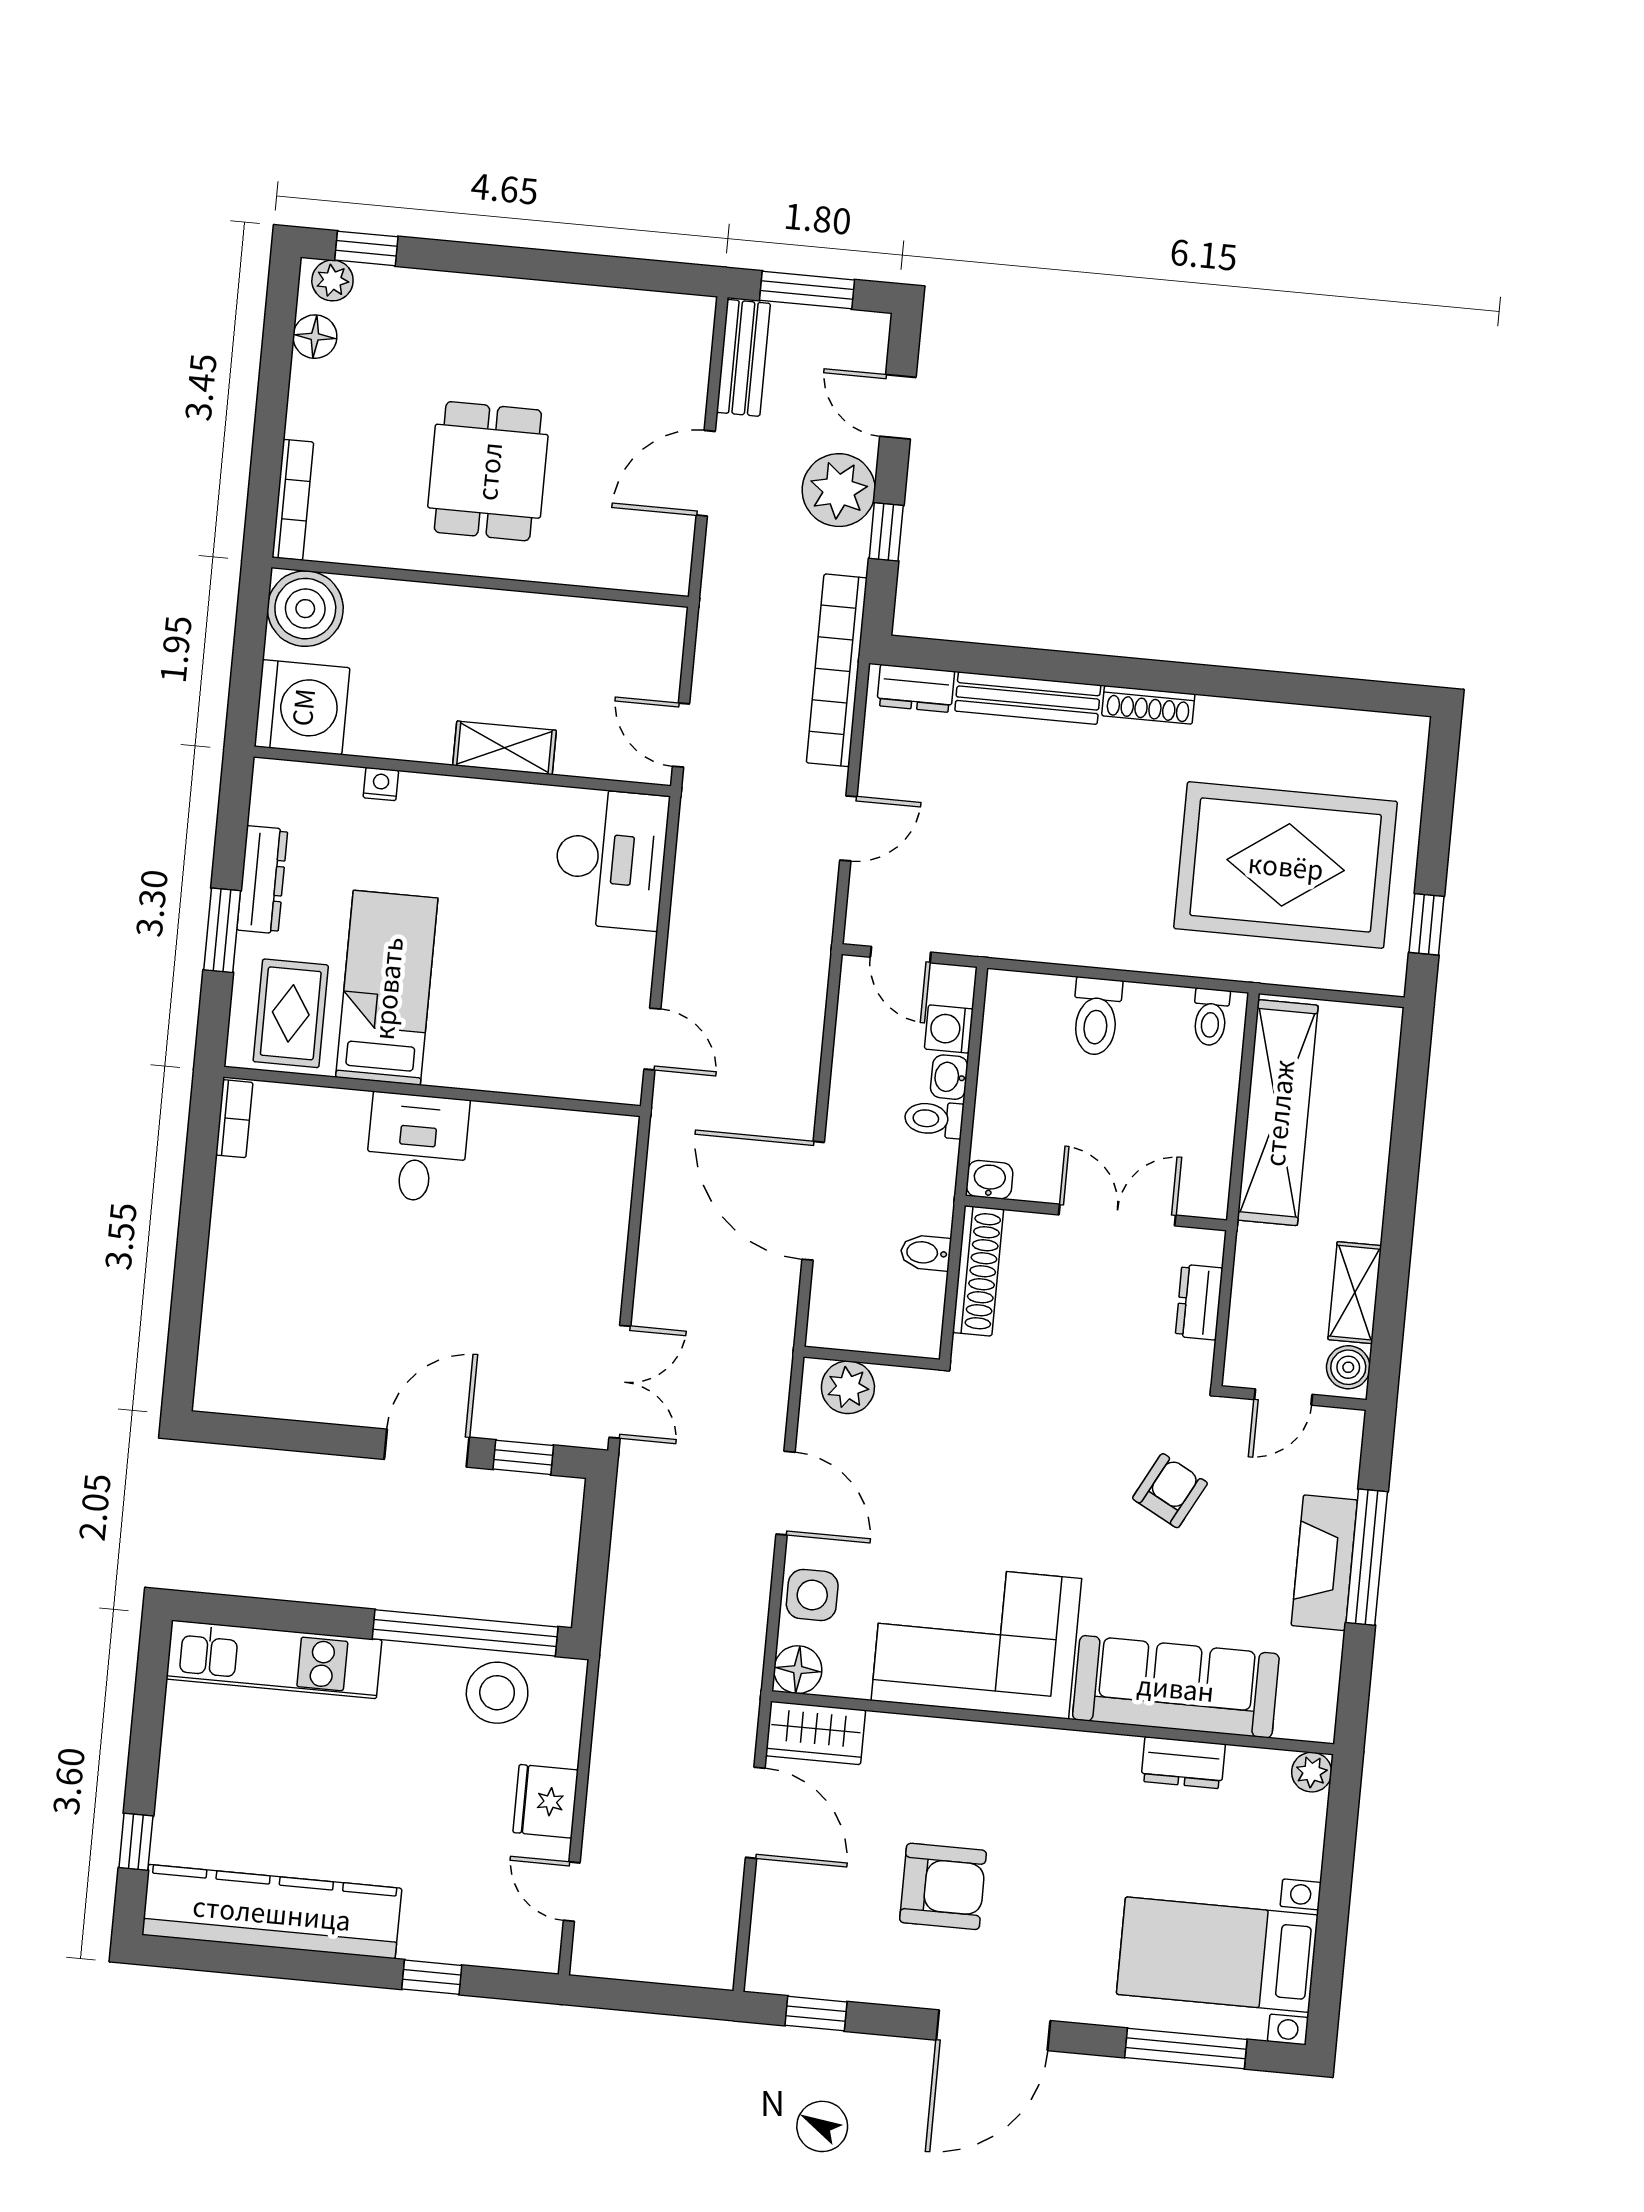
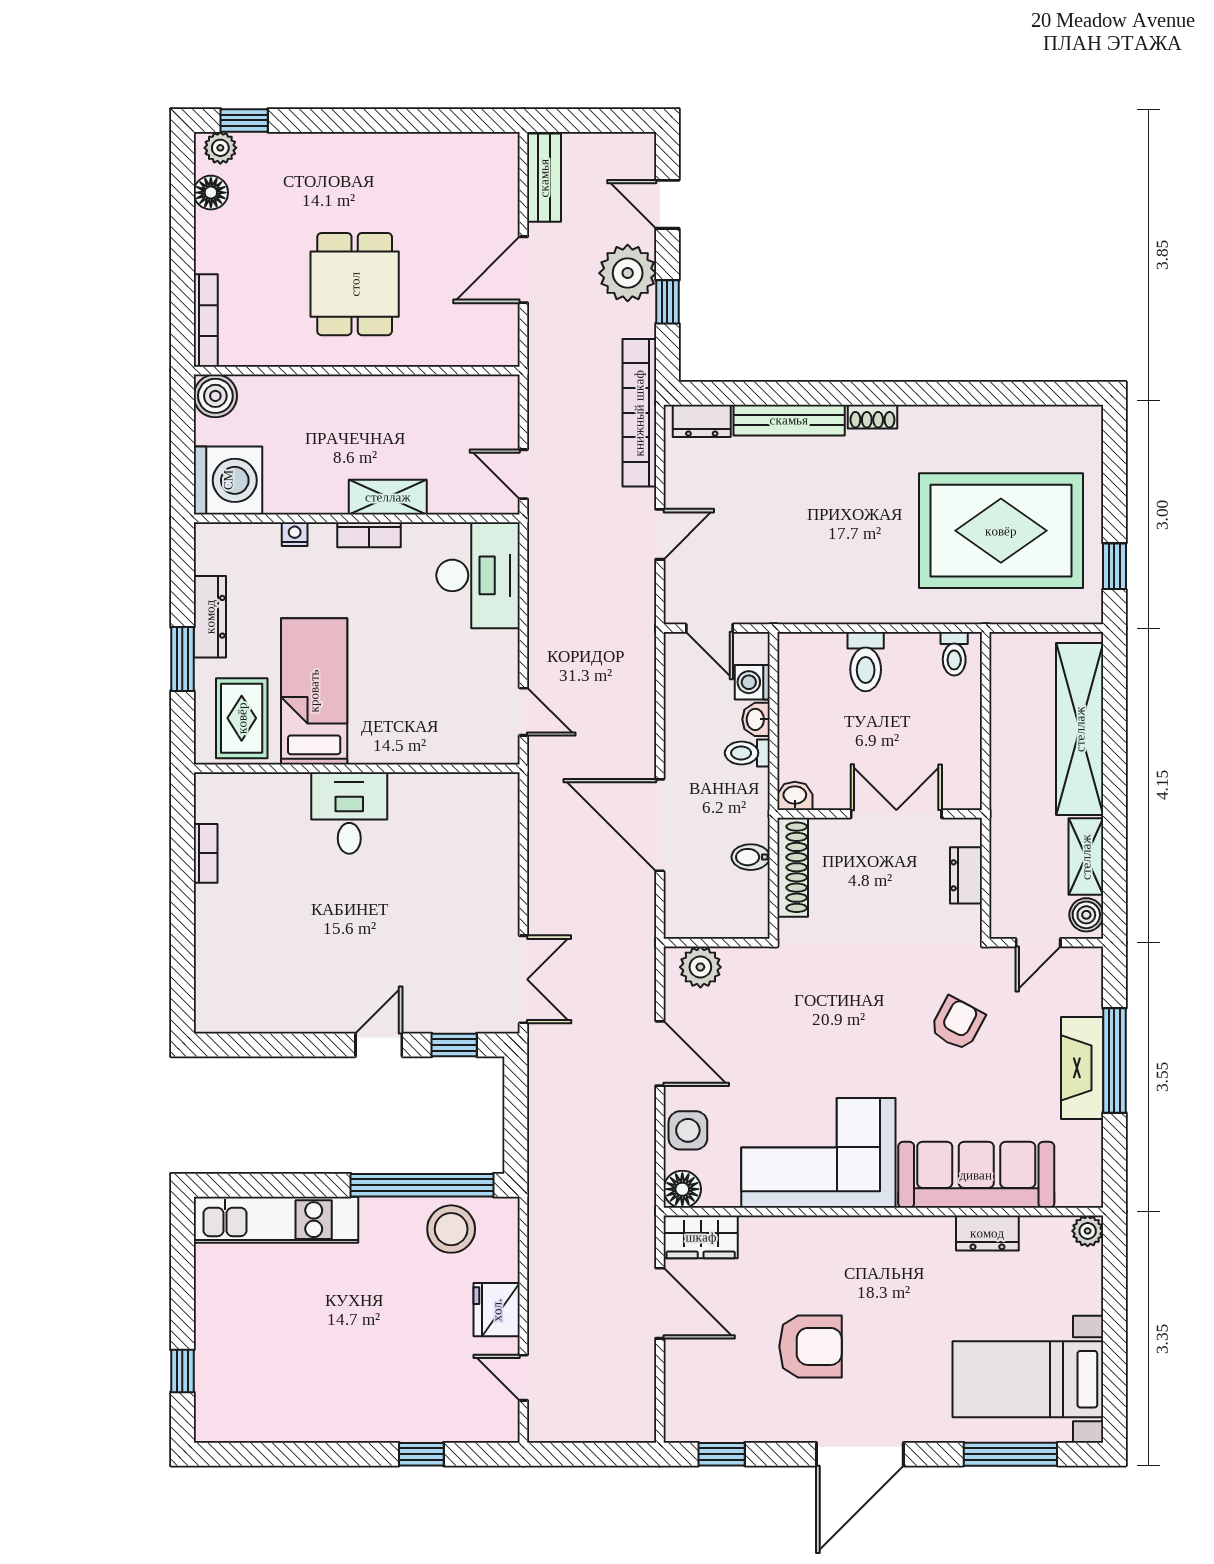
window: (807, 290) -> (588, 120), removed
boiler: (305, 609) -> (215, 396), width x0.73, depth x0.73
shoe rack: (1148, 705) -> (872, 417), width x0.70
bookcase: (476, 794) -> (369, 535), added
shelving: (1278, 1113) -> (1080, 729), moved
bookcase: (234, 1119) -> (206, 853), moved
door: (427, 1448) -> (379, 1045), width x0.73
kitchen counter: (272, 1912) -> (293, 1415), removed

